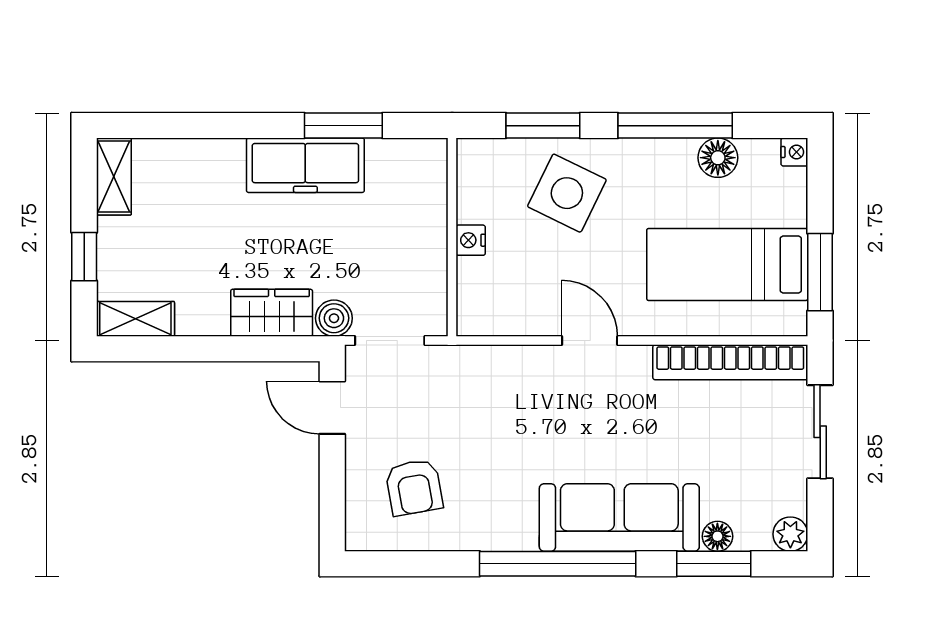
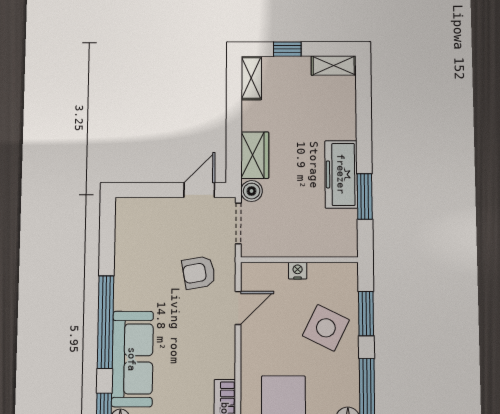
door: (590, 341) -> (238, 308), moved
armchair: (414, 487) -> (199, 273), moved

